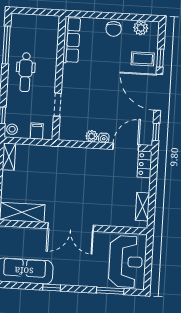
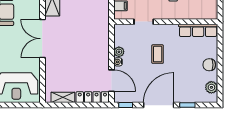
coffee table: (143, 59) -> (158, 54), moved
locker: (145, 164) -> (92, 97), width x1.53

